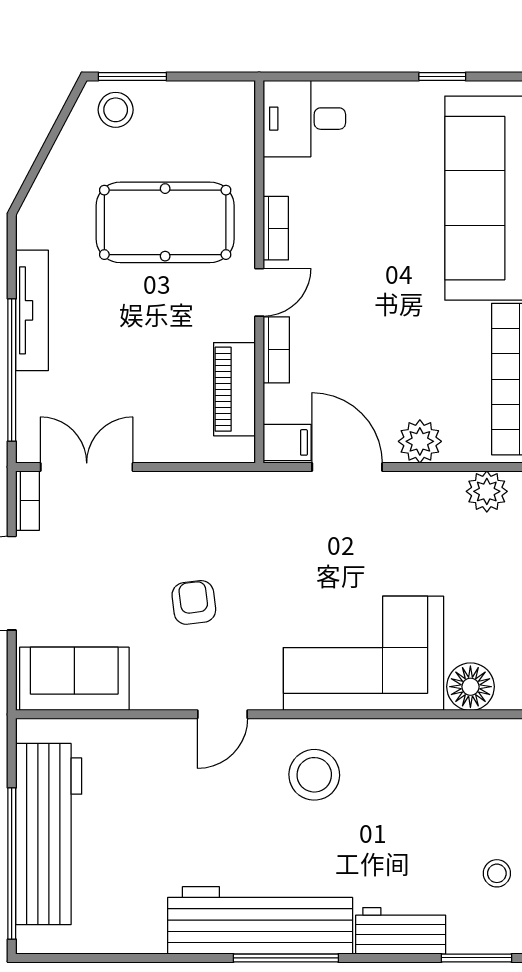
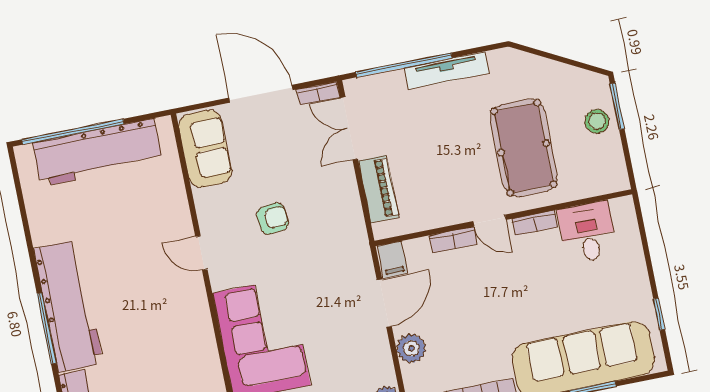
stool: (116, 110) -> (597, 121), moved
desk: (304, 119) -> (588, 232), moved
piano: (234, 389) -> (379, 189), moved, turned 90
double door: (87, 467) -> (349, 128), swing flipped
stool: (314, 775) -> (173, 323), removed

